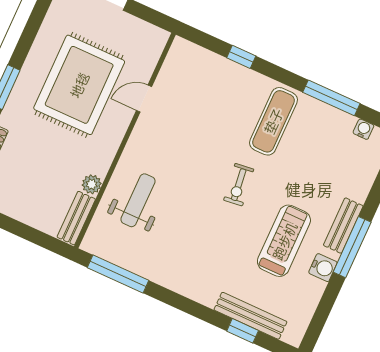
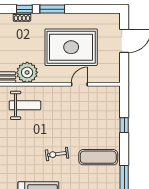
door: (144, 99) -> (79, 84), hinge flipped
plant: (92, 184) -> (27, 72), width x1.88, depth x1.88

